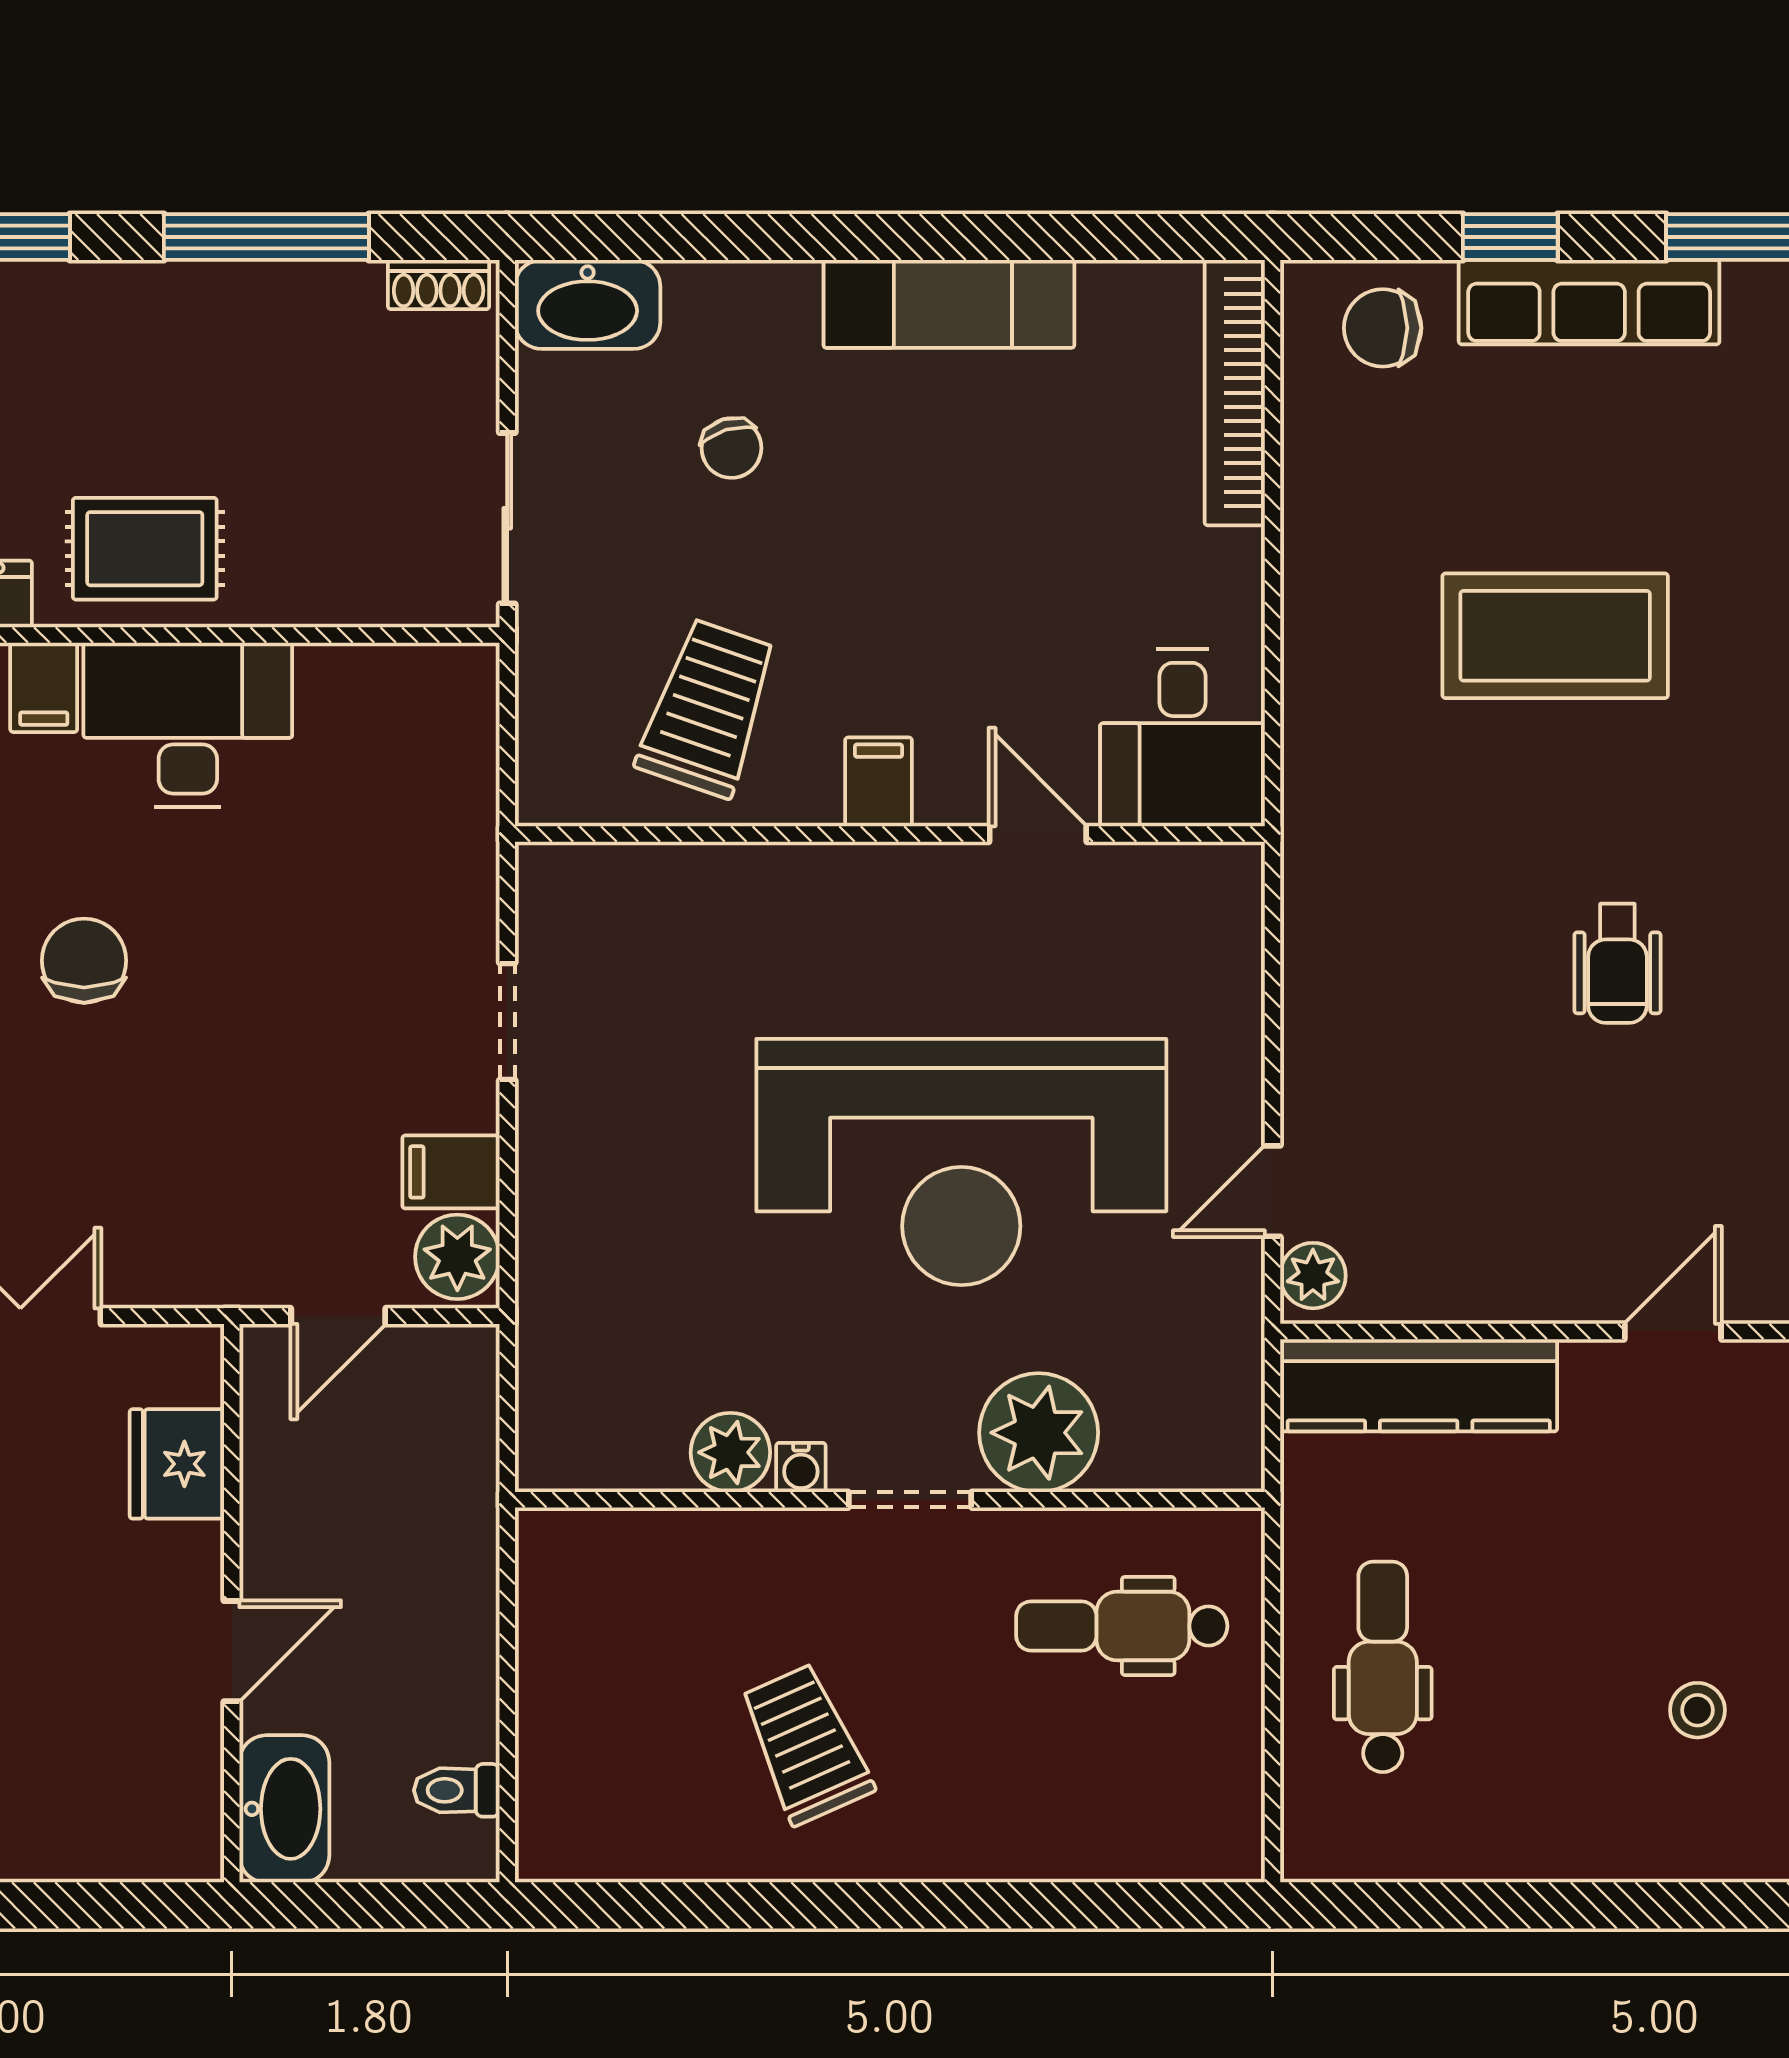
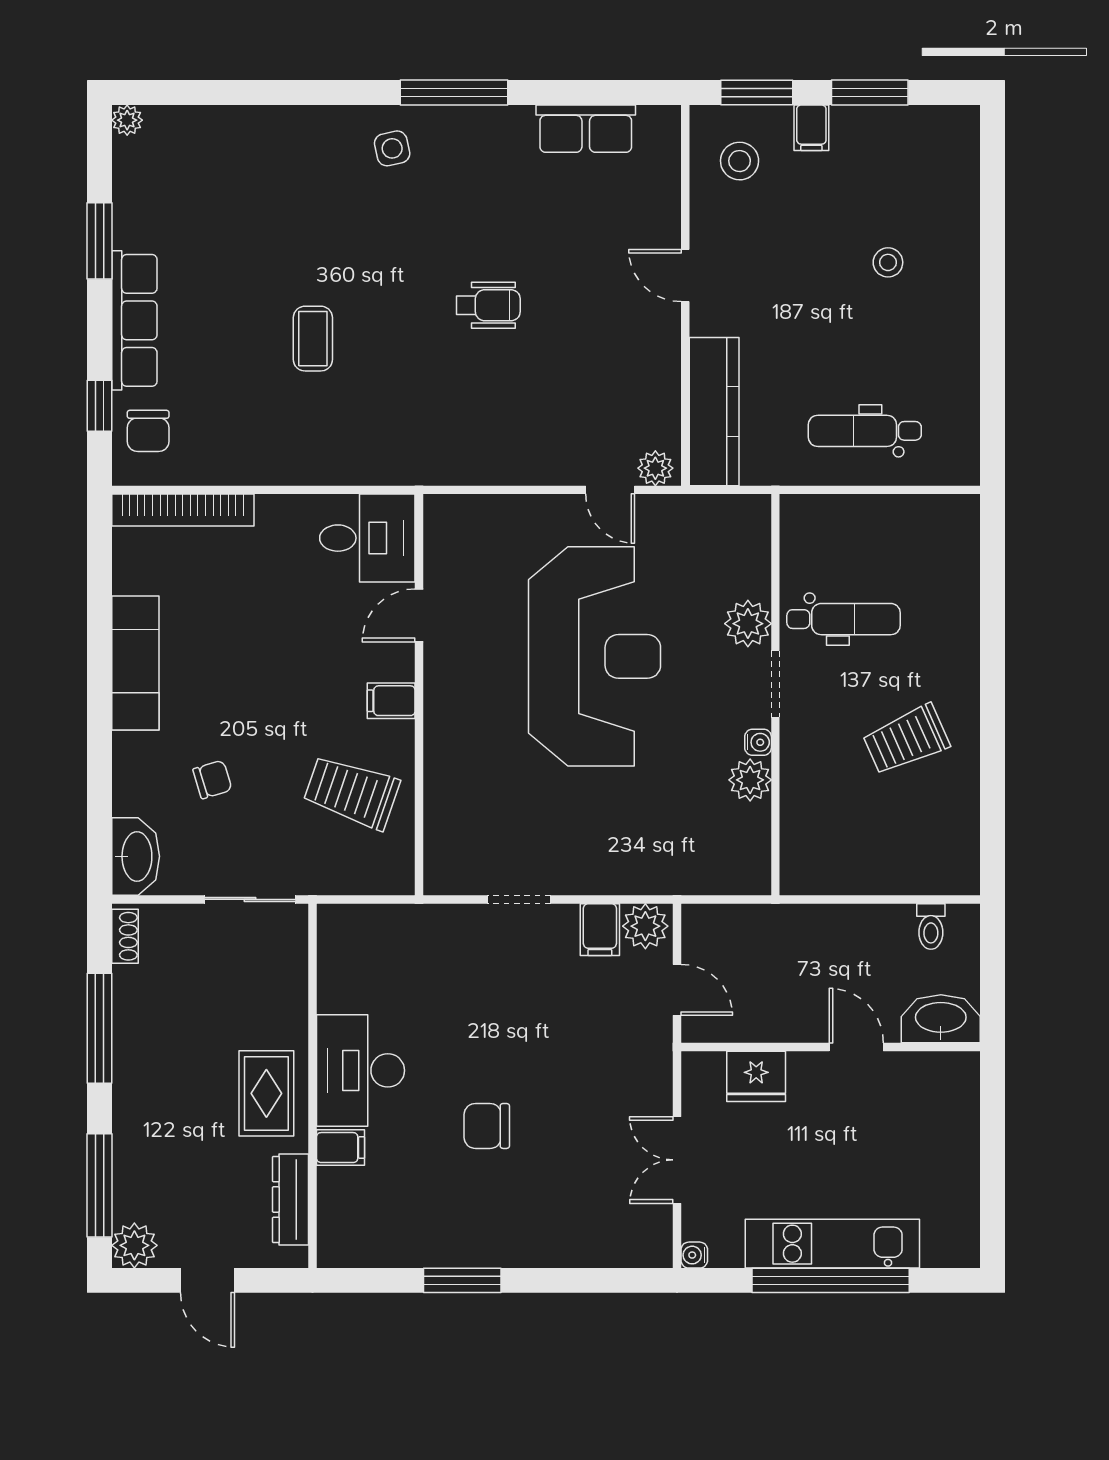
window: (1510, 237) -> (99, 406), moved
coffee table: (1555, 636) -> (313, 339), width x0.54, depth x0.58
plant: (1039, 1433) -> (748, 624), width x0.73, depth x0.73
dental chair: (1122, 1626) -> (844, 619), moved, turned -90

